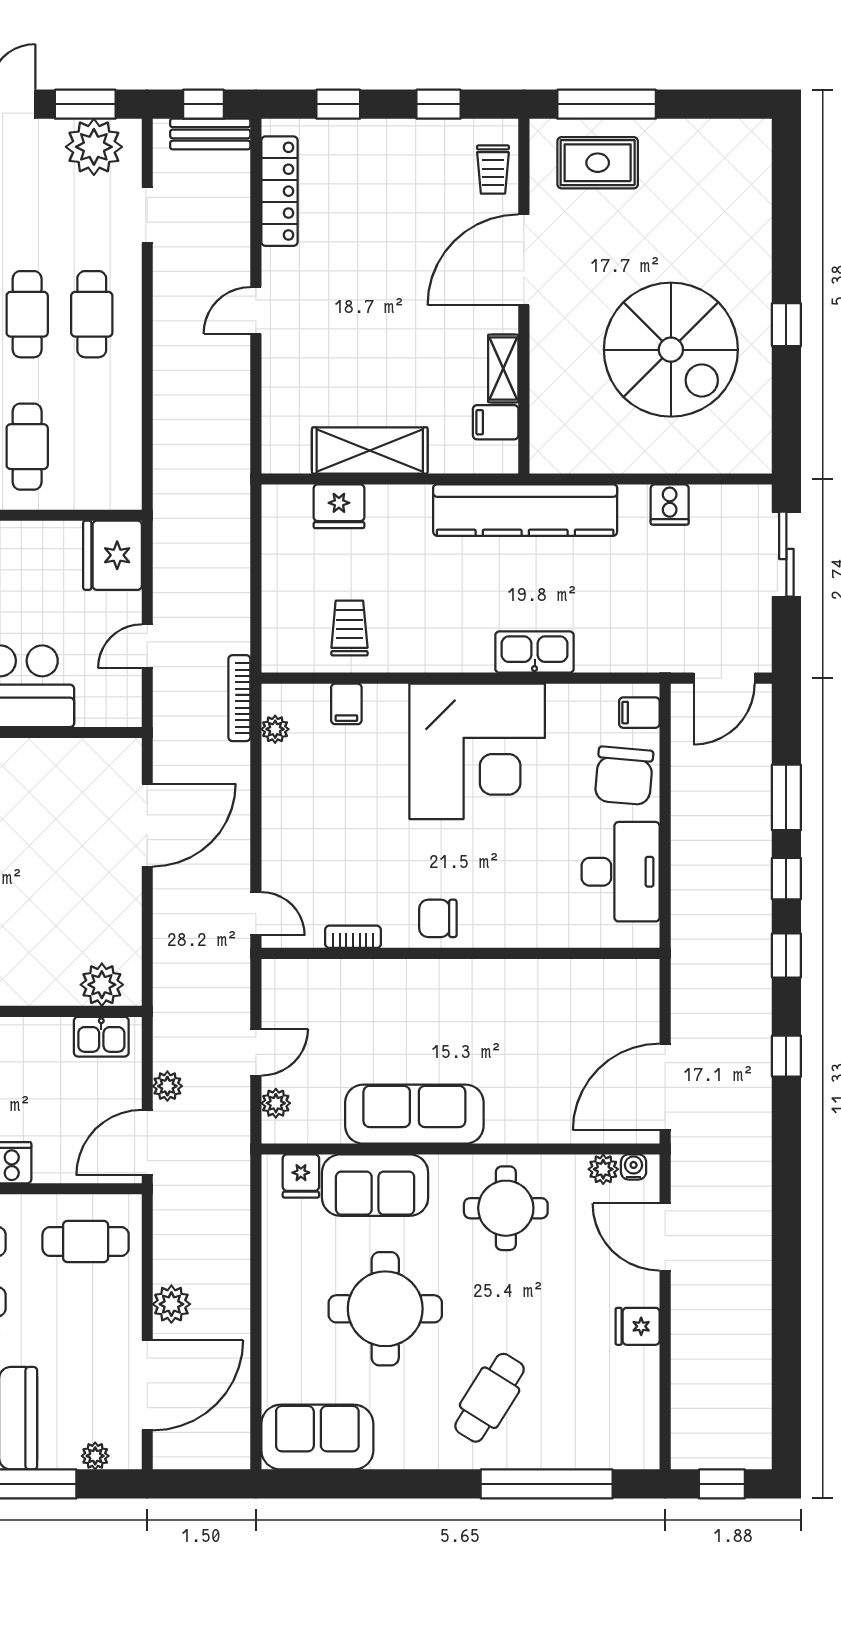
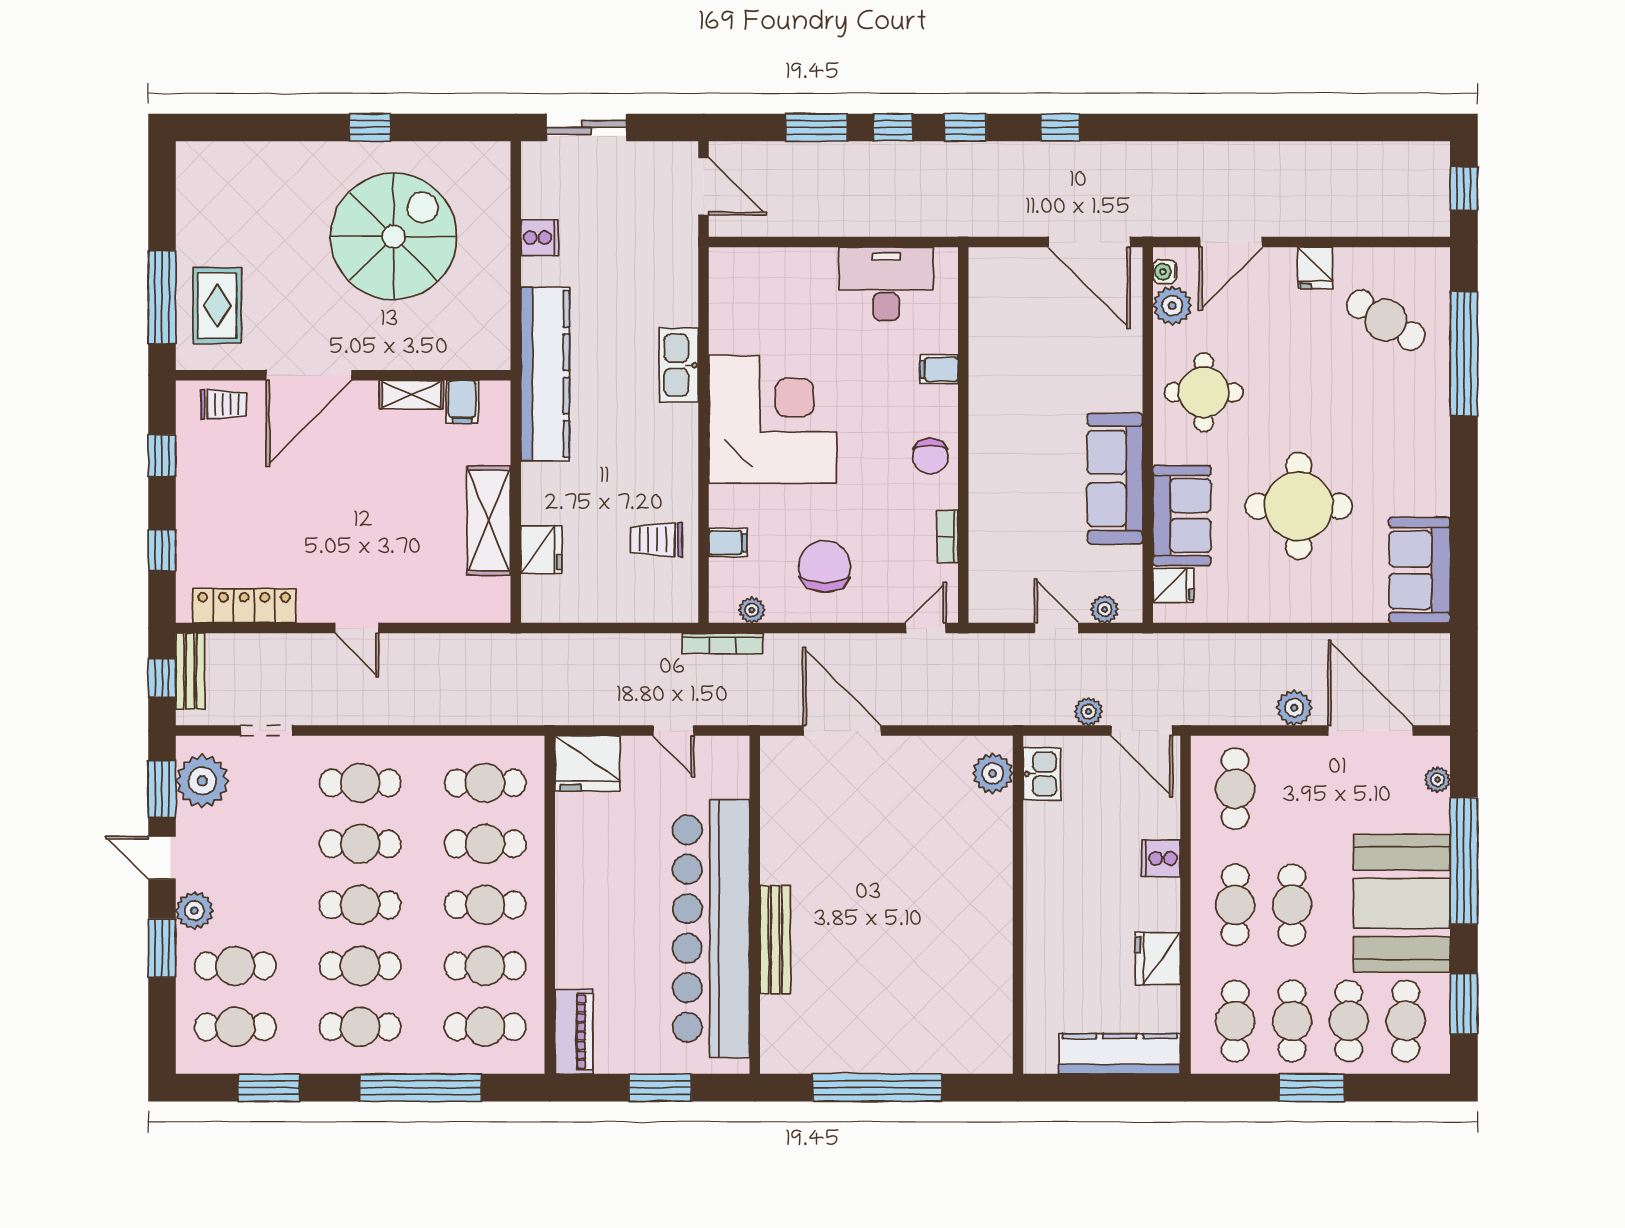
door: (524, 260) -> (309, 375), hinge flipped
cafe table: (92, 447) -> (485, 783), added
filing cabinet: (639, 713) -> (939, 369), moved, turned 90
chair: (624, 776) -> (825, 567), moved, turned -95
plant: (603, 1169) -> (1172, 306), width x1.38, depth x1.38
cafe table: (490, 1398) -> (1386, 320), moved

